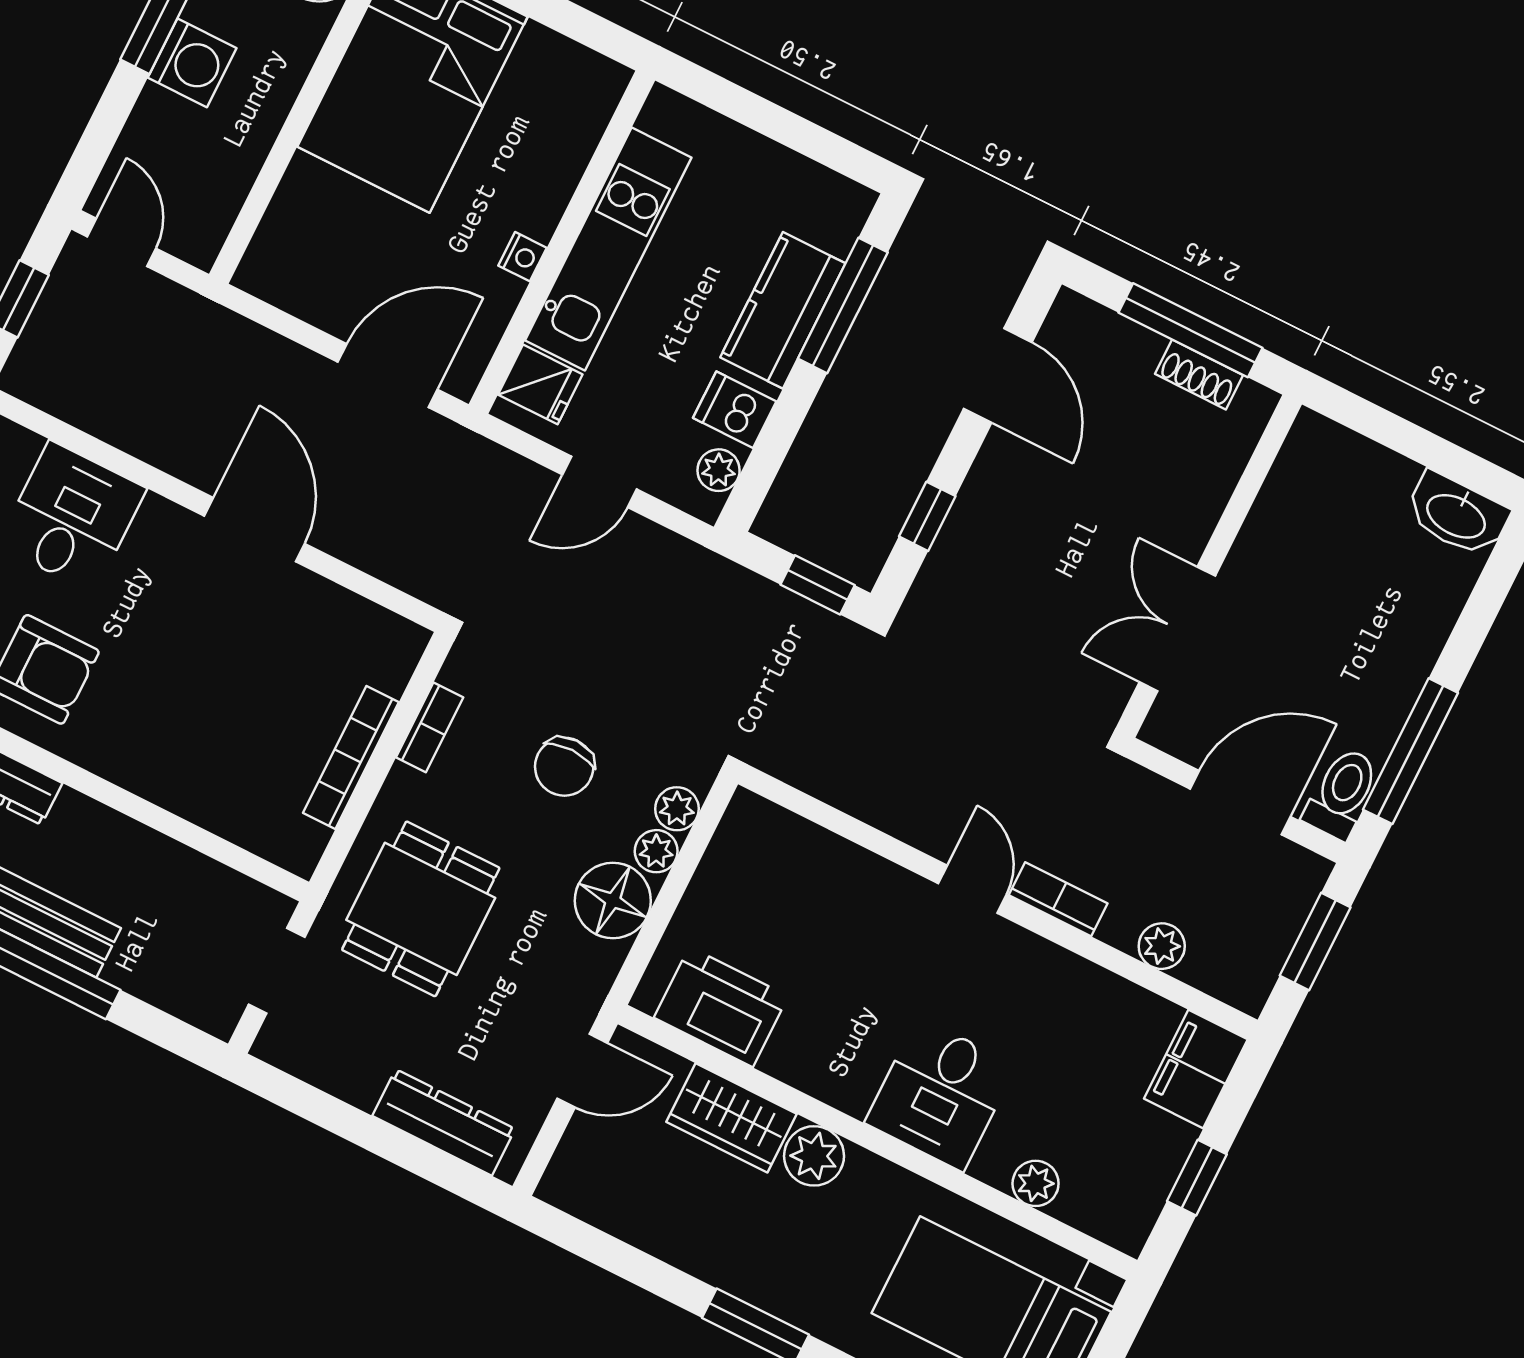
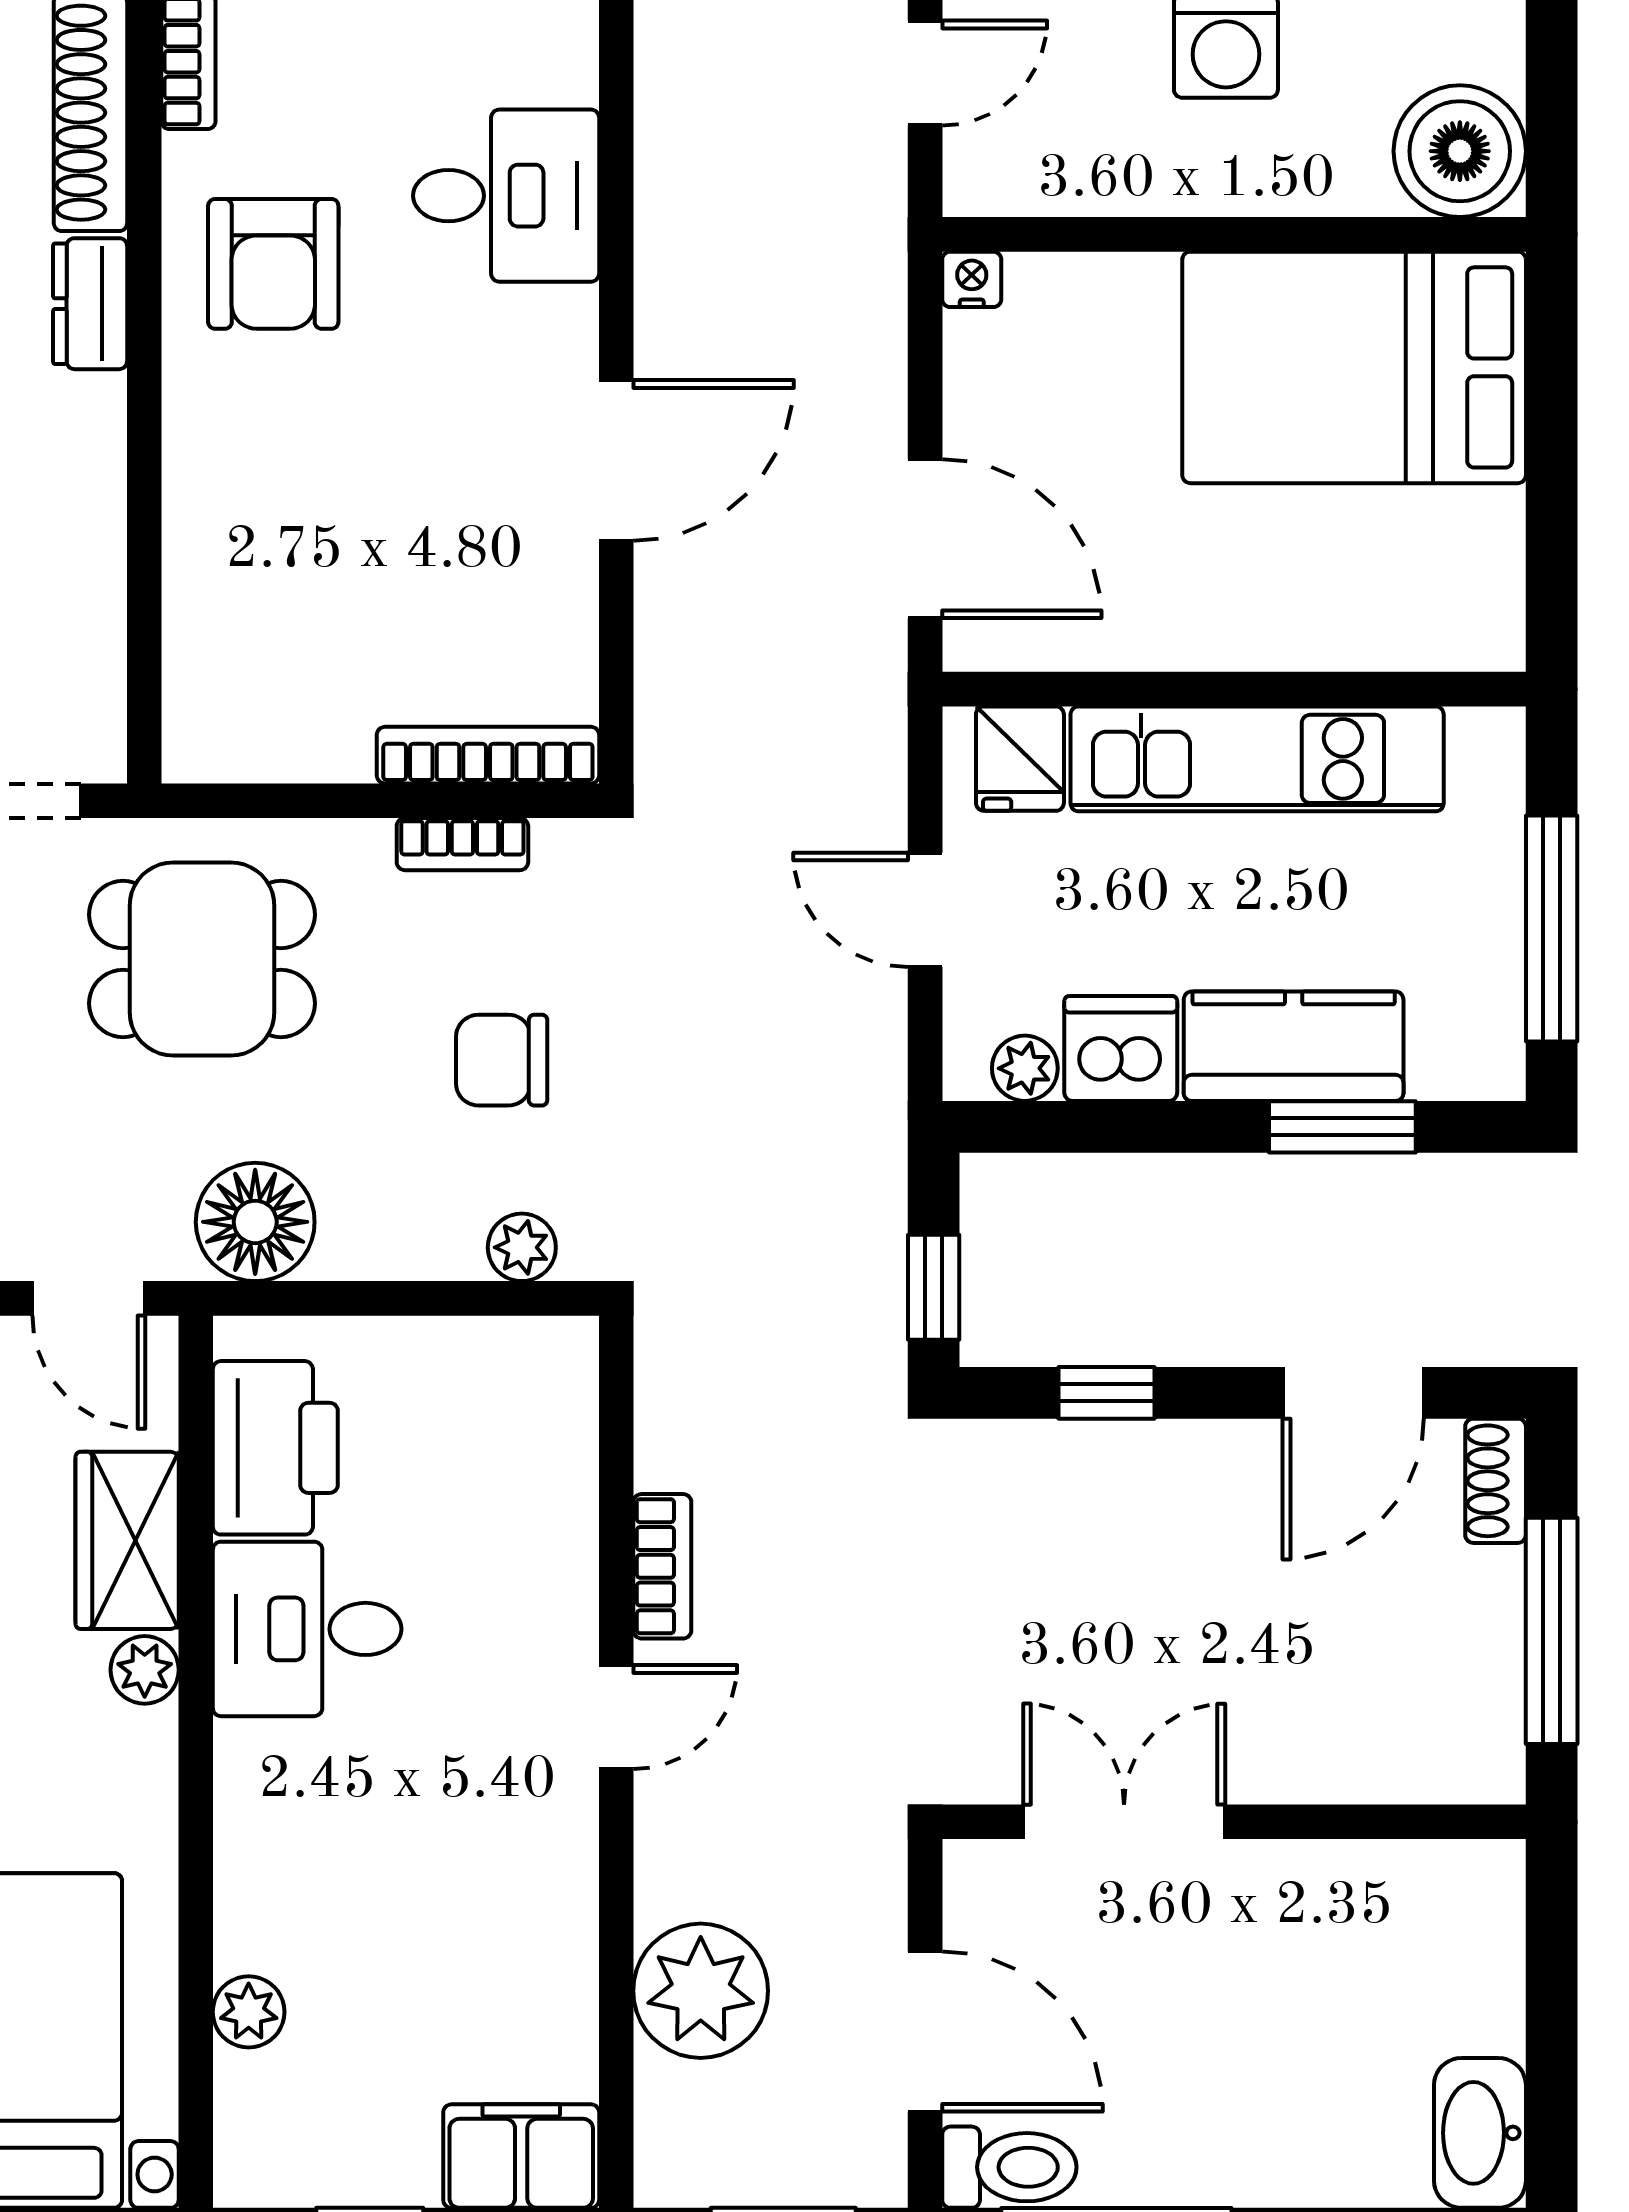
window: (789, 129) -> (1552, 928), added
nightstand: (523, 257) -> (972, 279), moved, turned 180
window: (843, 306) -> (1342, 1127), width x0.69
shoe rack: (1199, 374) -> (1496, 1481), moved
dishwasher: (735, 410) -> (1121, 1048), width x1.38
bookcase: (351, 758) -> (488, 755), moved
plant: (656, 851) -> (448, 1248), removed
bookcase: (1058, 899) -> (662, 1566), moved
floor lamp: (613, 901) -> (255, 1222), moved
plant: (1162, 946) -> (701, 1991), width x1.88, depth x1.88
desk: (941, 1094) -> (307, 1629), moved
plant: (814, 1156) -> (145, 1670), width x0.73, depth x0.73

